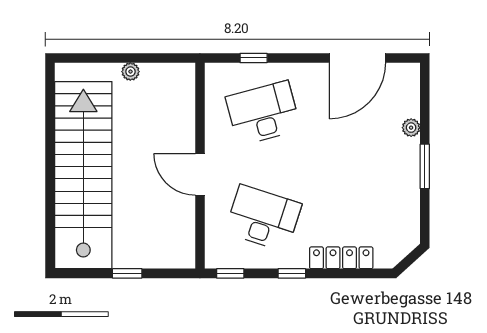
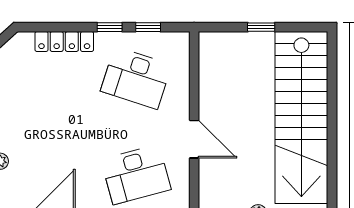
door: (200, 174) -> (194, 139), moved
window: (230, 273) -> (148, 27), moved

